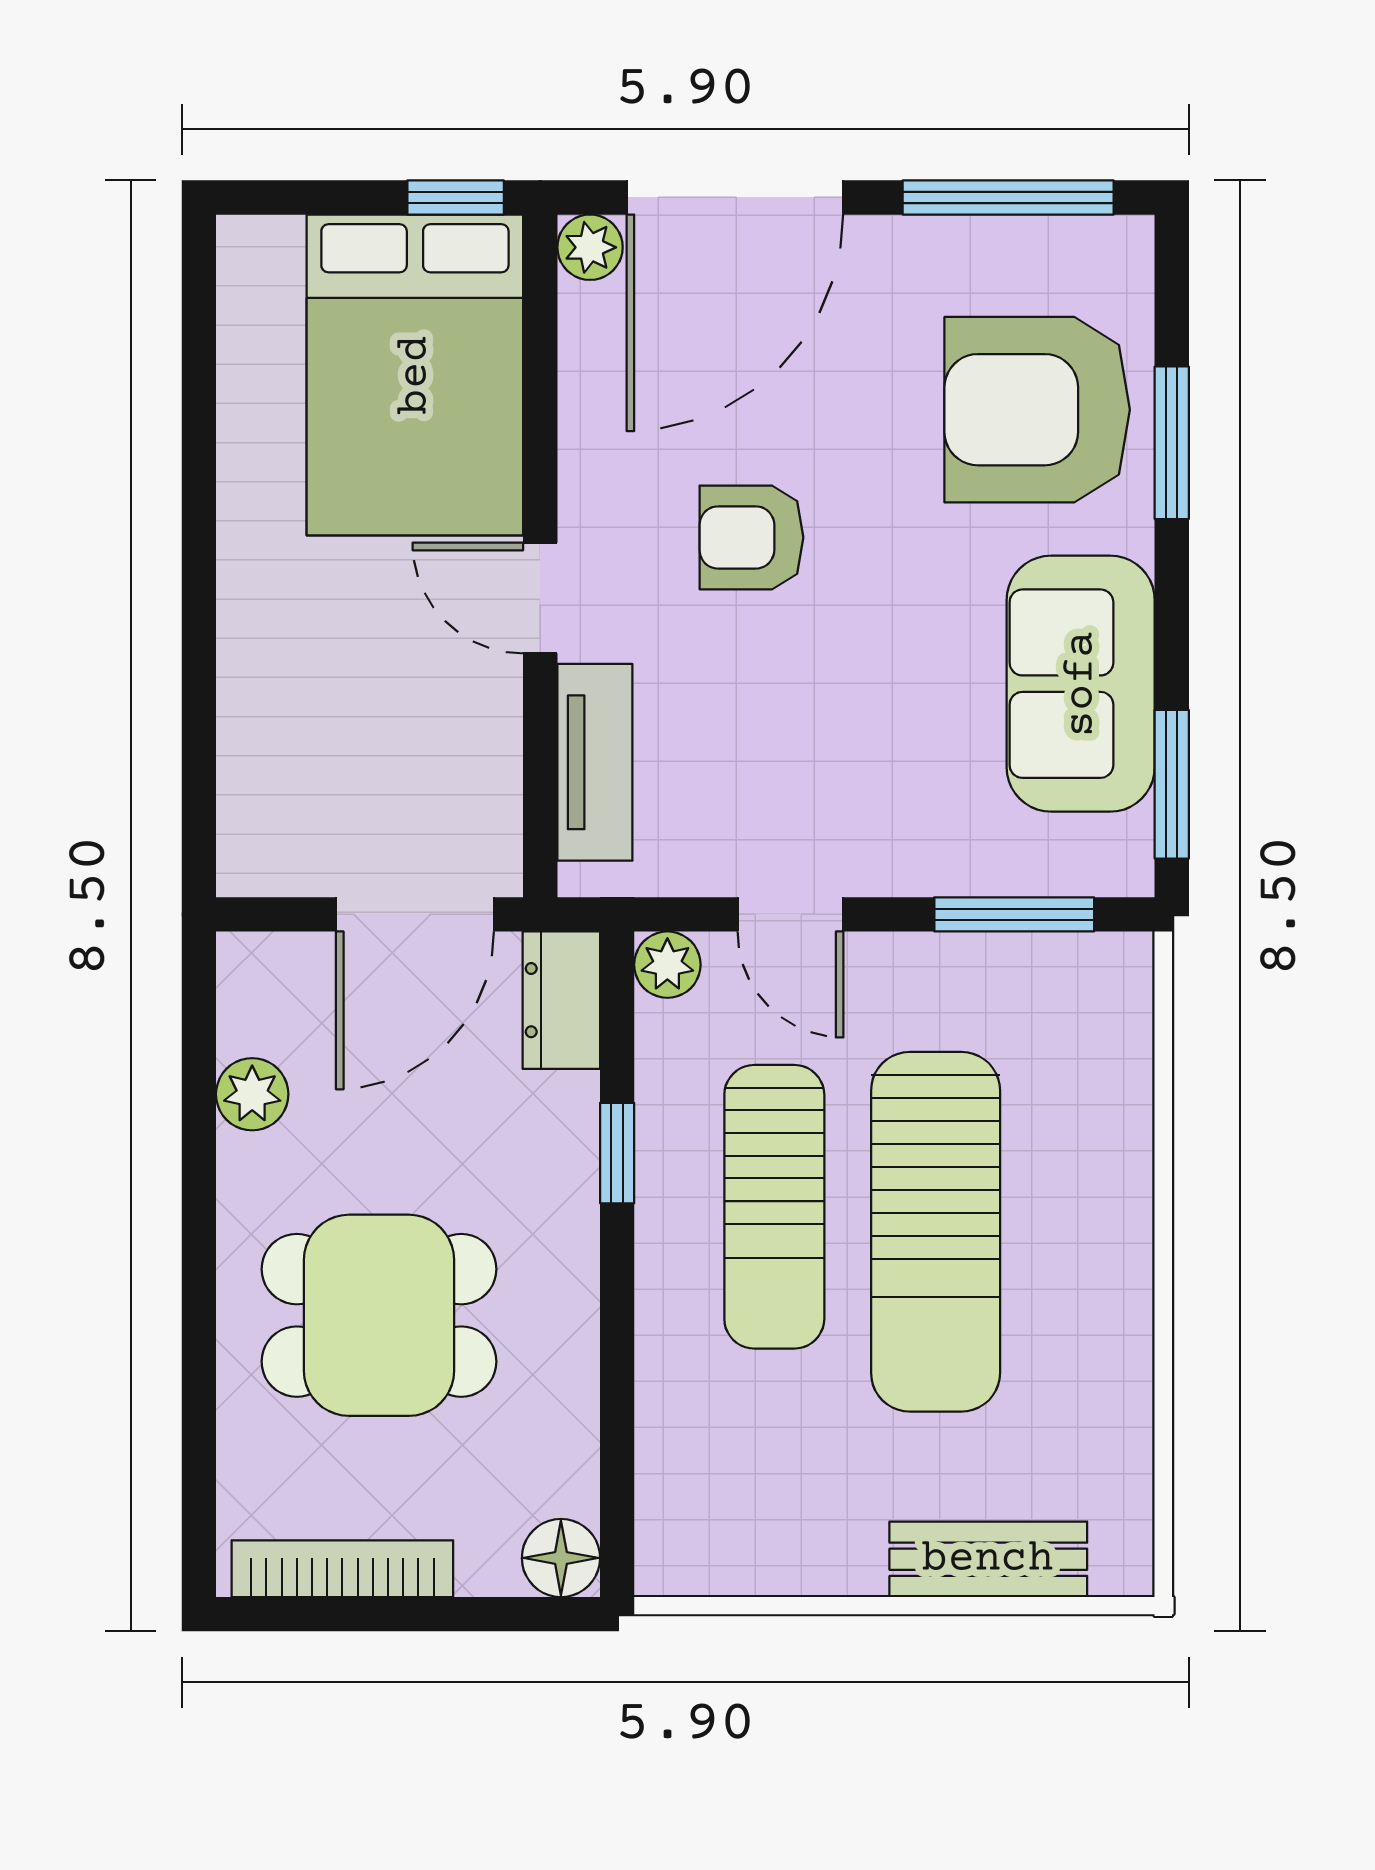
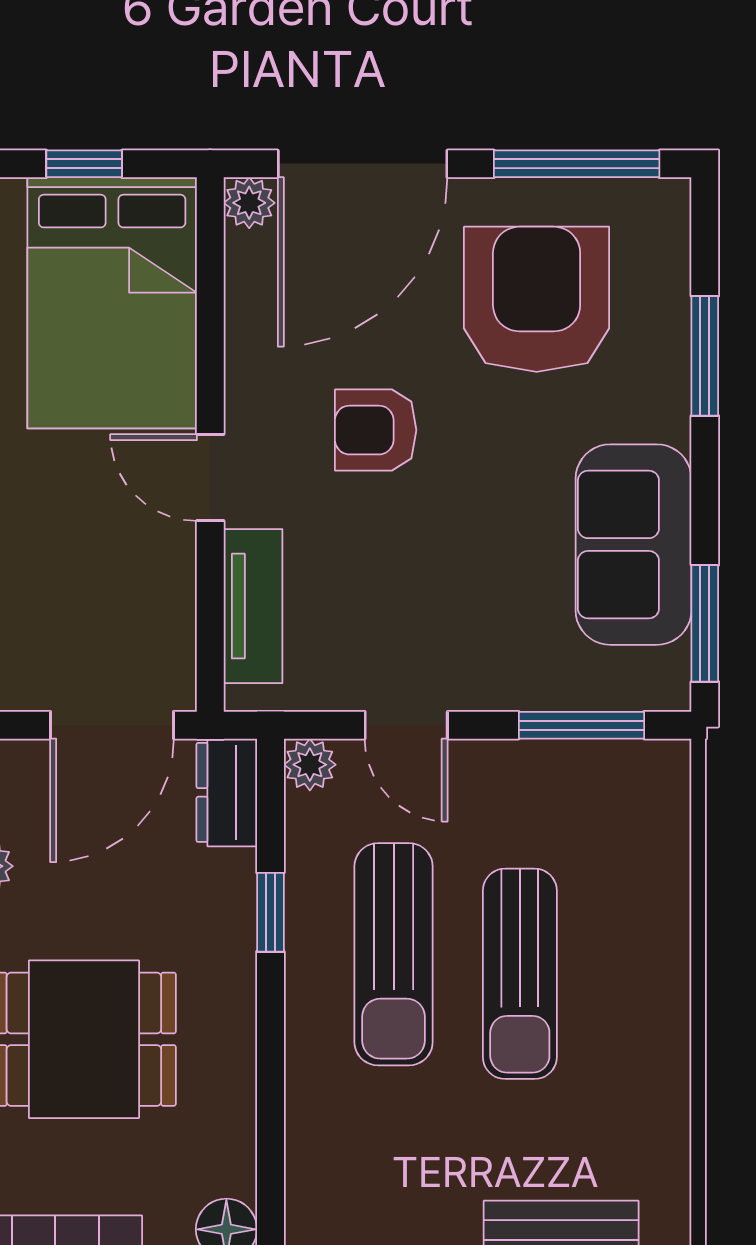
window: (456, 197) -> (84, 164), moved
armchair: (1037, 410) -> (537, 299), moved, turned 90
sun lounger: (936, 1232) -> (520, 974), width x0.73, depth x0.75

